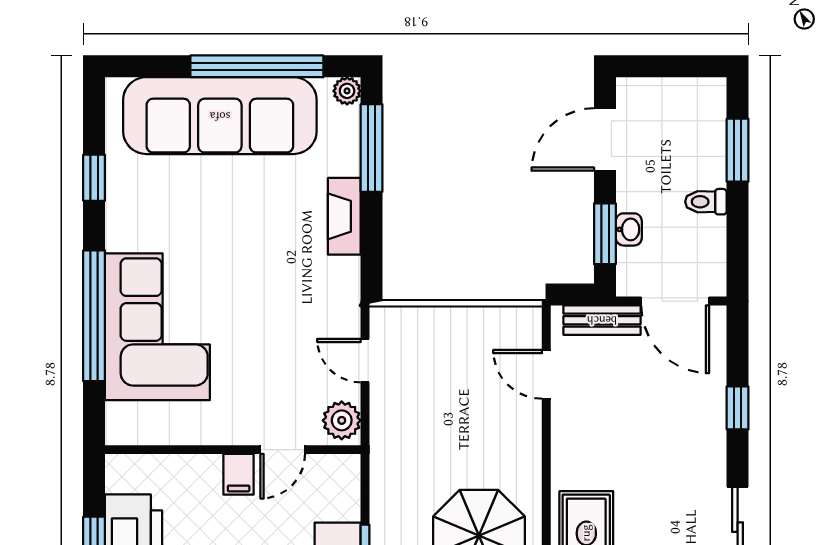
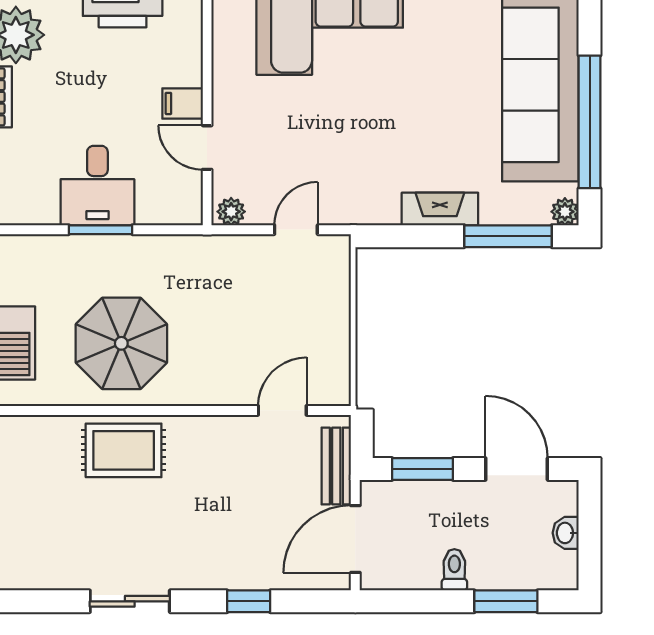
washbasin: (629, 229) -> (566, 533), moved, turned 90
plant: (342, 420) -> (231, 212), width x0.73, depth x0.73

